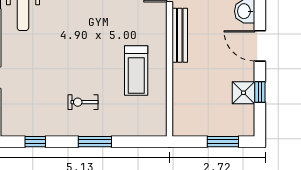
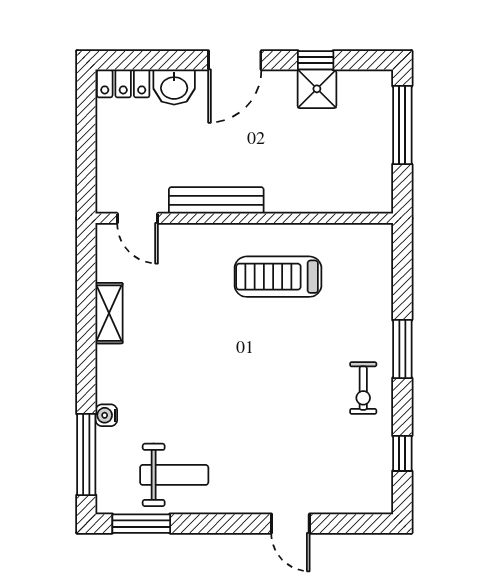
treadmill: (136, 71) -> (278, 277), turned 180
exercise bike: (83, 102) -> (363, 388), moved
window: (223, 142) -> (402, 125), width x1.44

